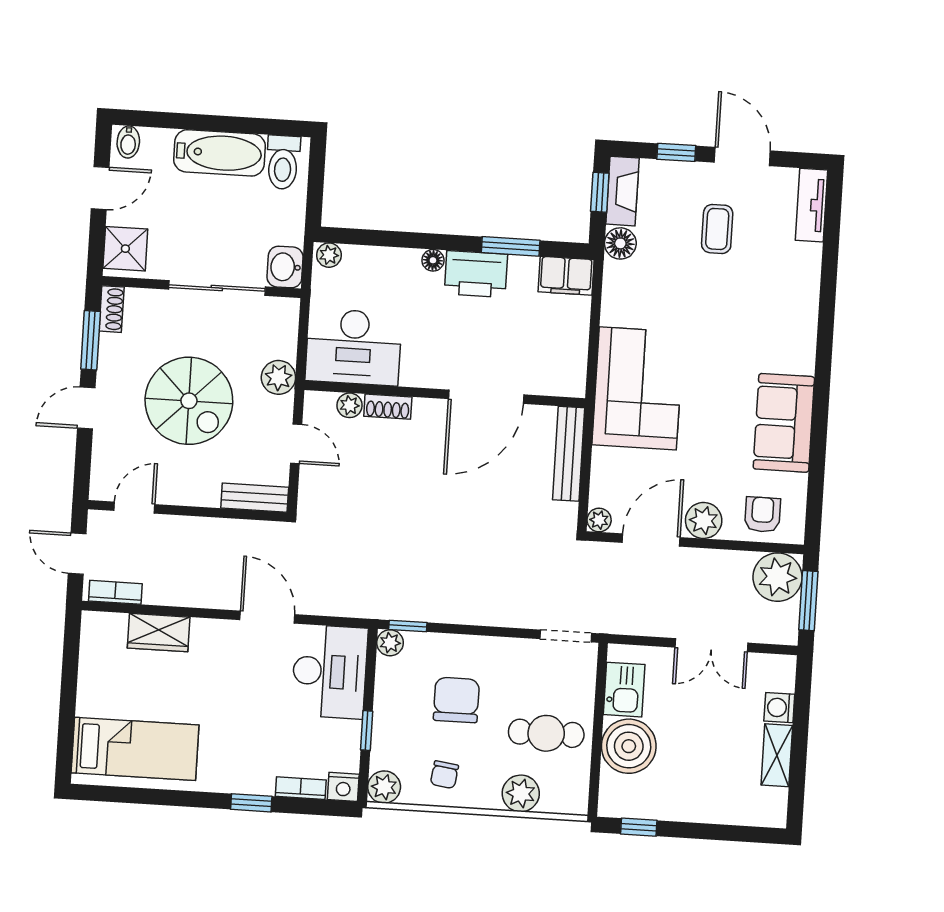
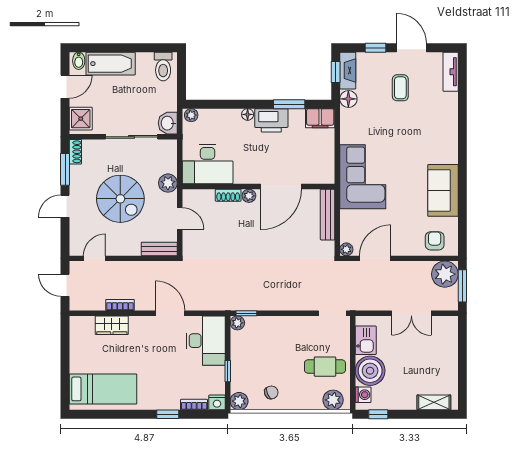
bathtub: (219, 153) -> (111, 64), moved
plant: (350, 405) -> (249, 196), moved
plant: (704, 520) -> (403, 246), removed
bookcase: (115, 592) -> (120, 305), moved
chair: (456, 700) -> (275, 352), removed
washing machine: (779, 708) -> (363, 395), moved, turned 180
shelving: (777, 755) -> (434, 402), moved, turned 90
chair: (444, 775) -> (271, 392), turned -120
plant: (521, 793) -> (333, 400), moved

